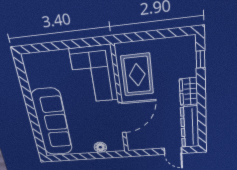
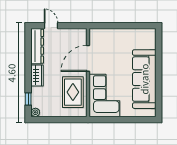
plant: (189, 41) -> (35, 112), added
sofa: (52, 122) -> (144, 79), moved
floor lamp: (100, 147) -> (109, 33), removed

